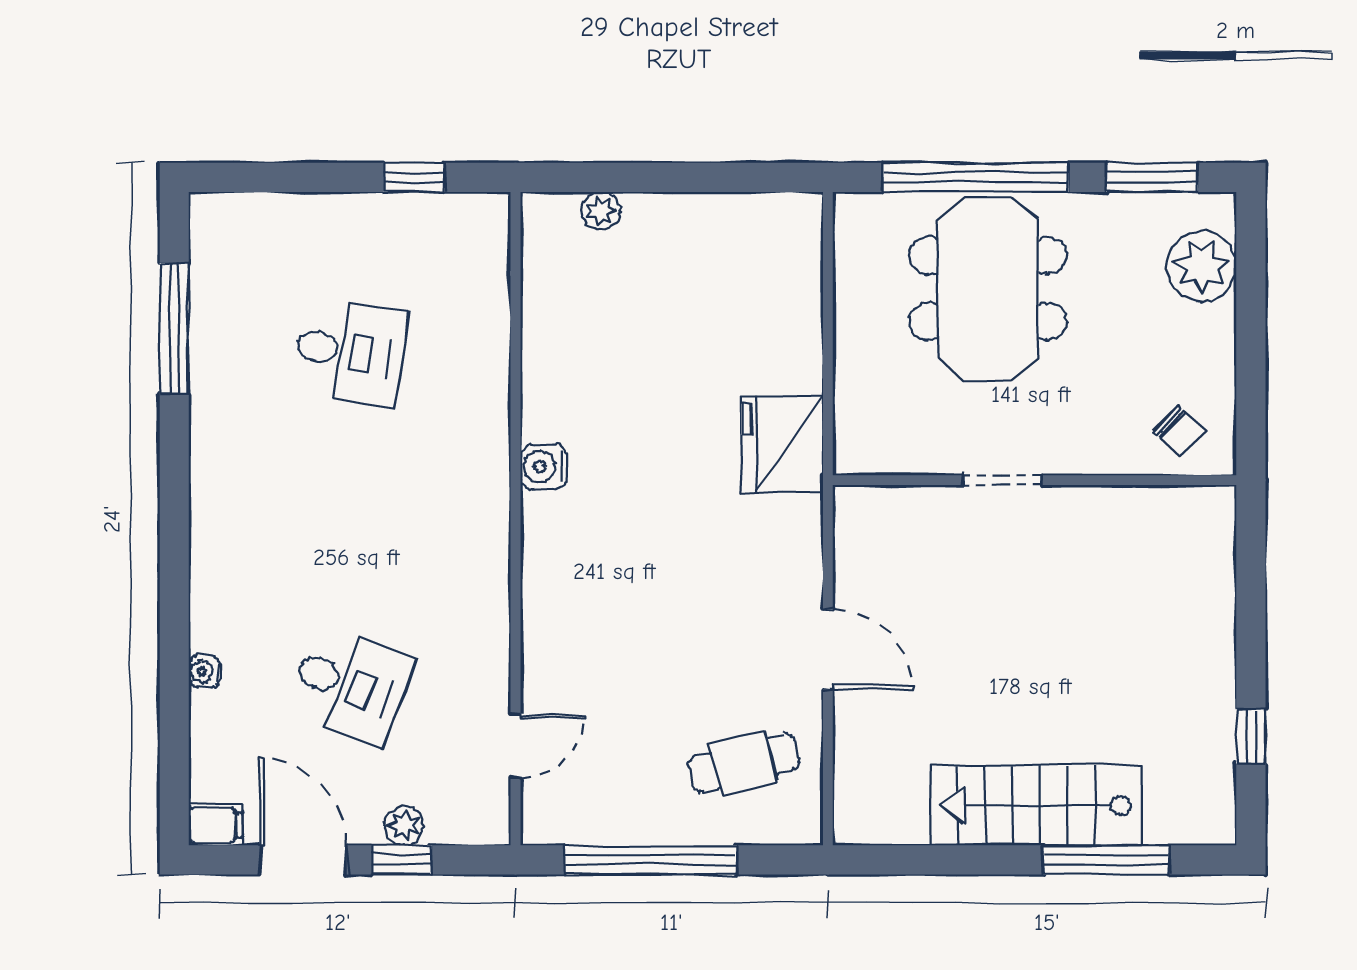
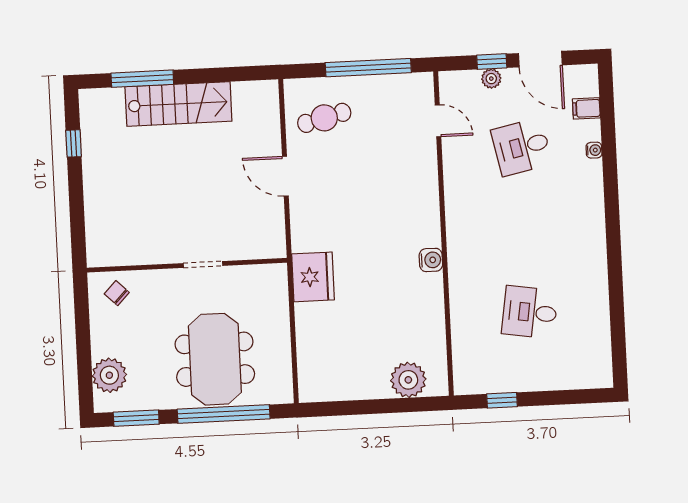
plant: (601, 211) -> (408, 380), width x1.88, depth x1.88
window: (174, 328) -> (617, 320), removed
desk: (350, 685) -> (522, 147), turned -33
door: (515, 746) -> (438, 121), swing flipped
filing cabinet: (216, 825) -> (586, 108), moved

